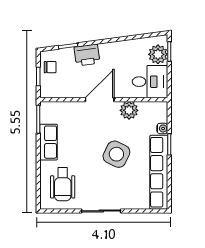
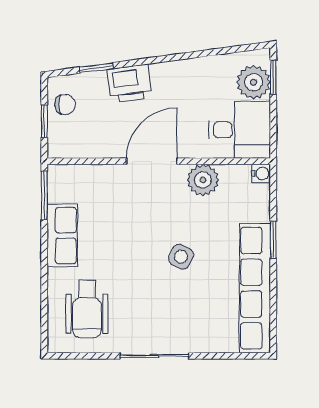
water cooler: (162, 128) -> (261, 174), moved
side table: (116, 154) -> (181, 257), width x0.54, depth x0.54

